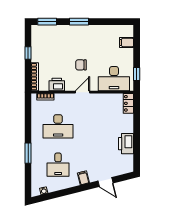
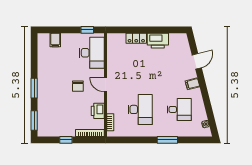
locker: (128, 103) -> (136, 38), moved

